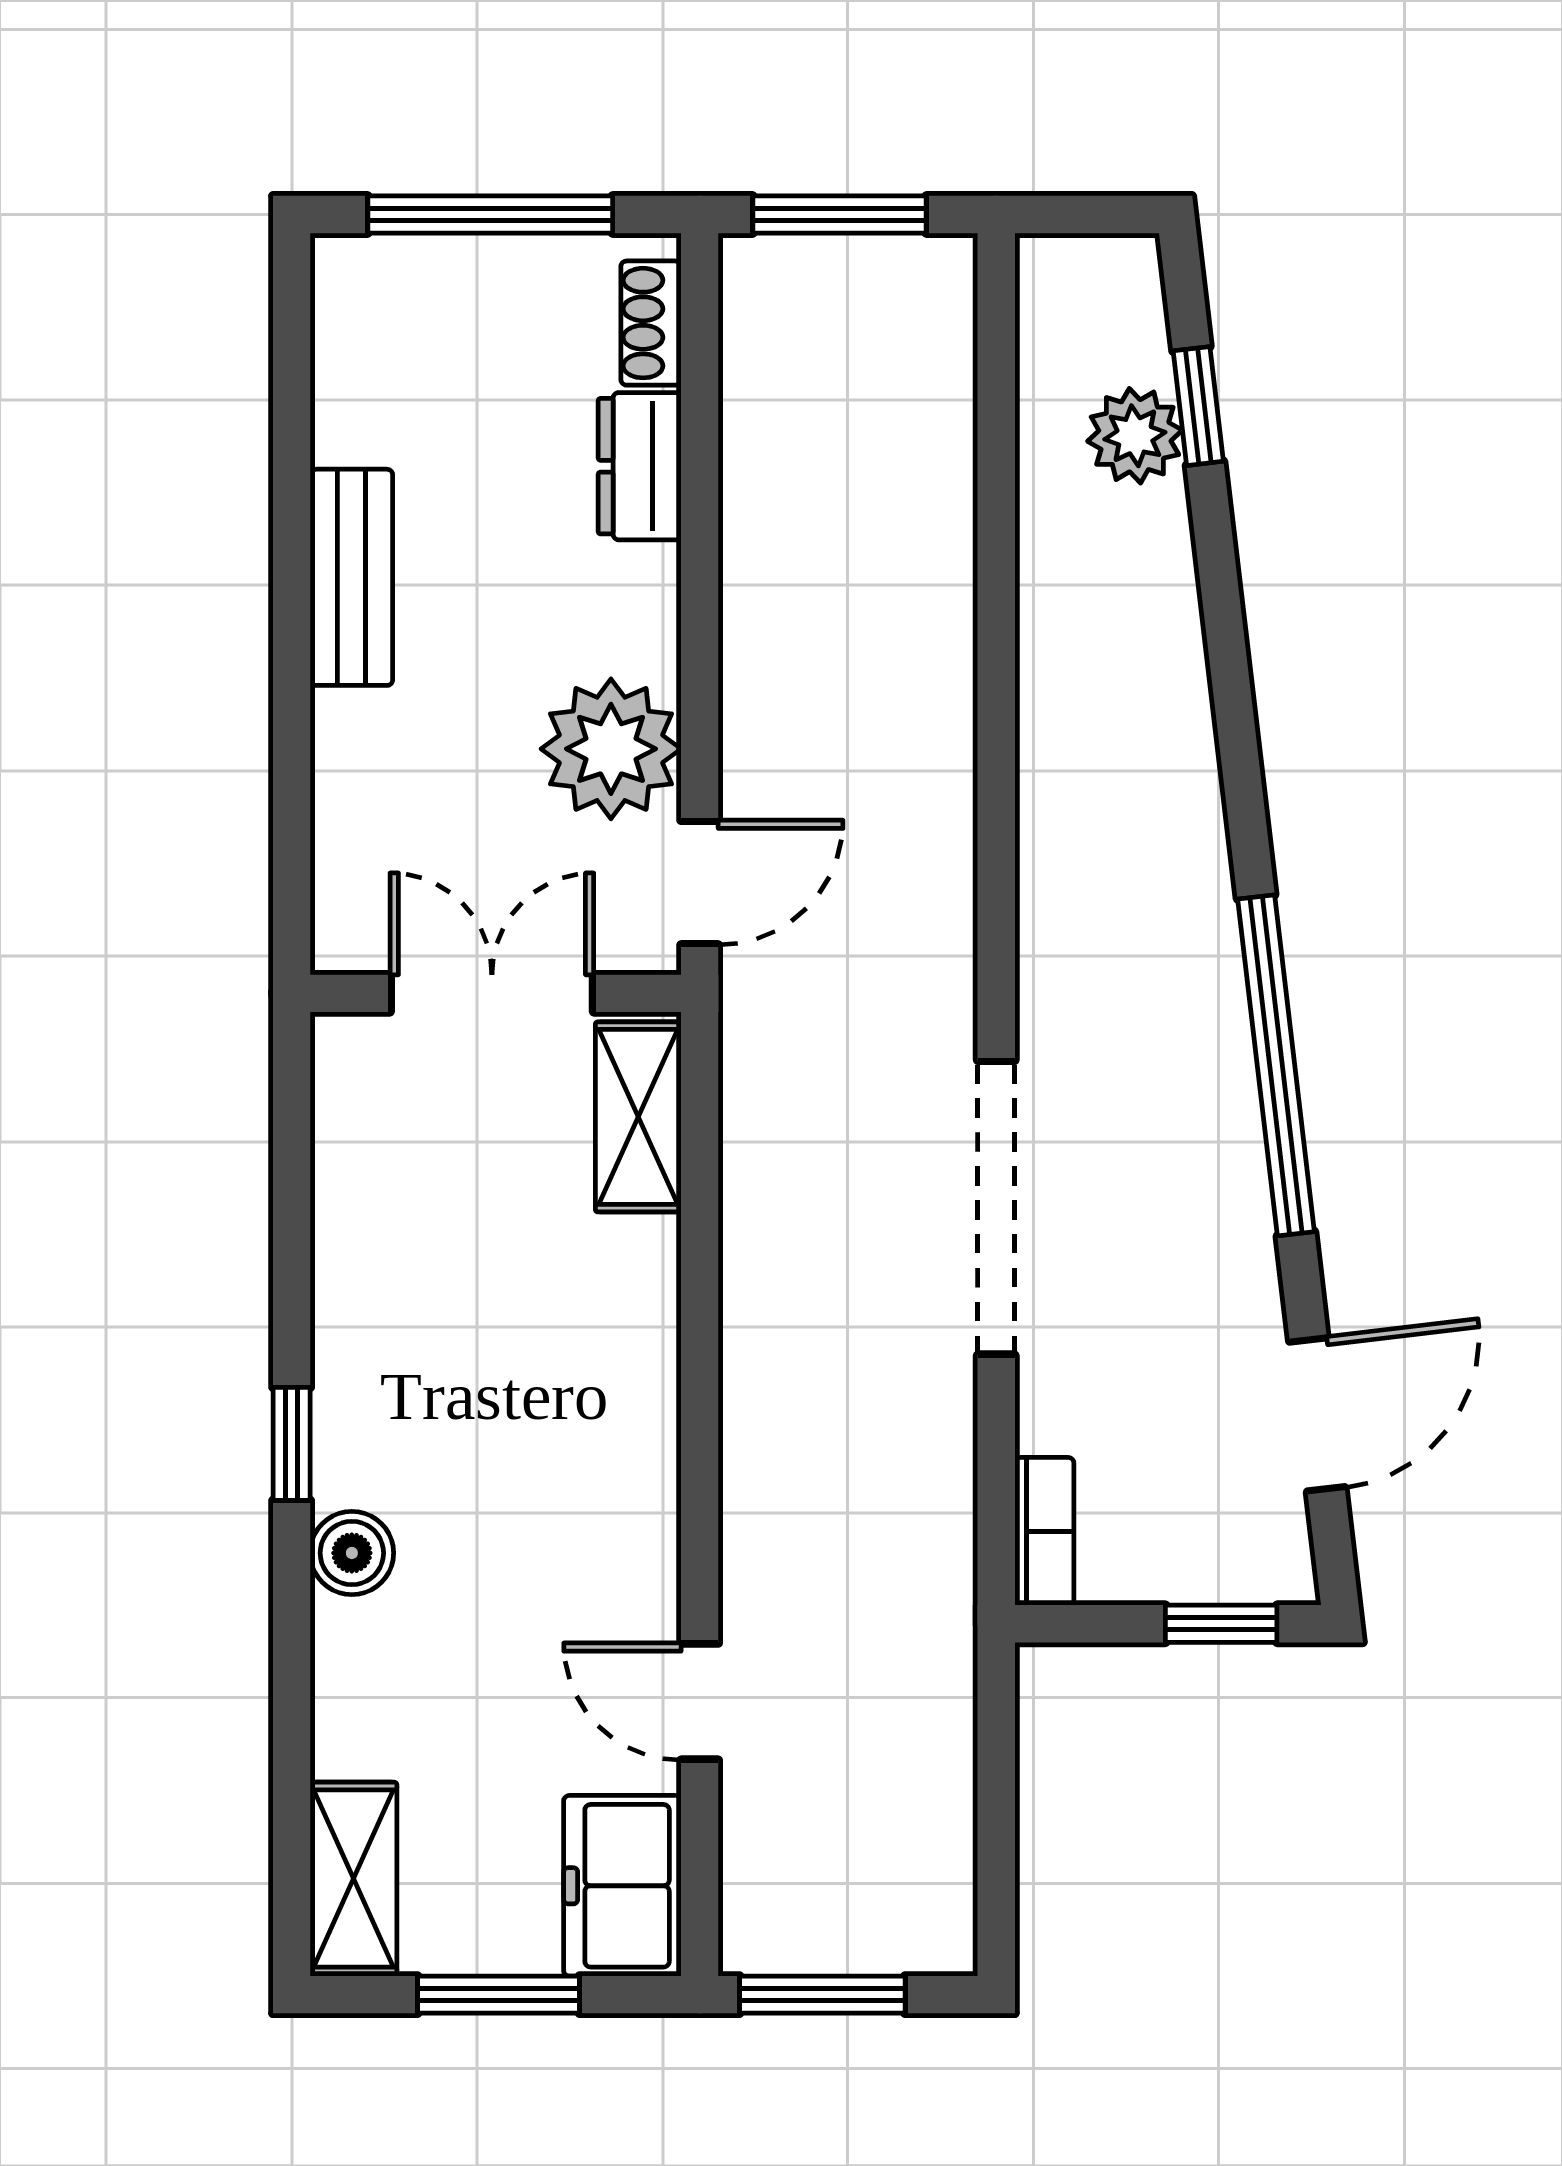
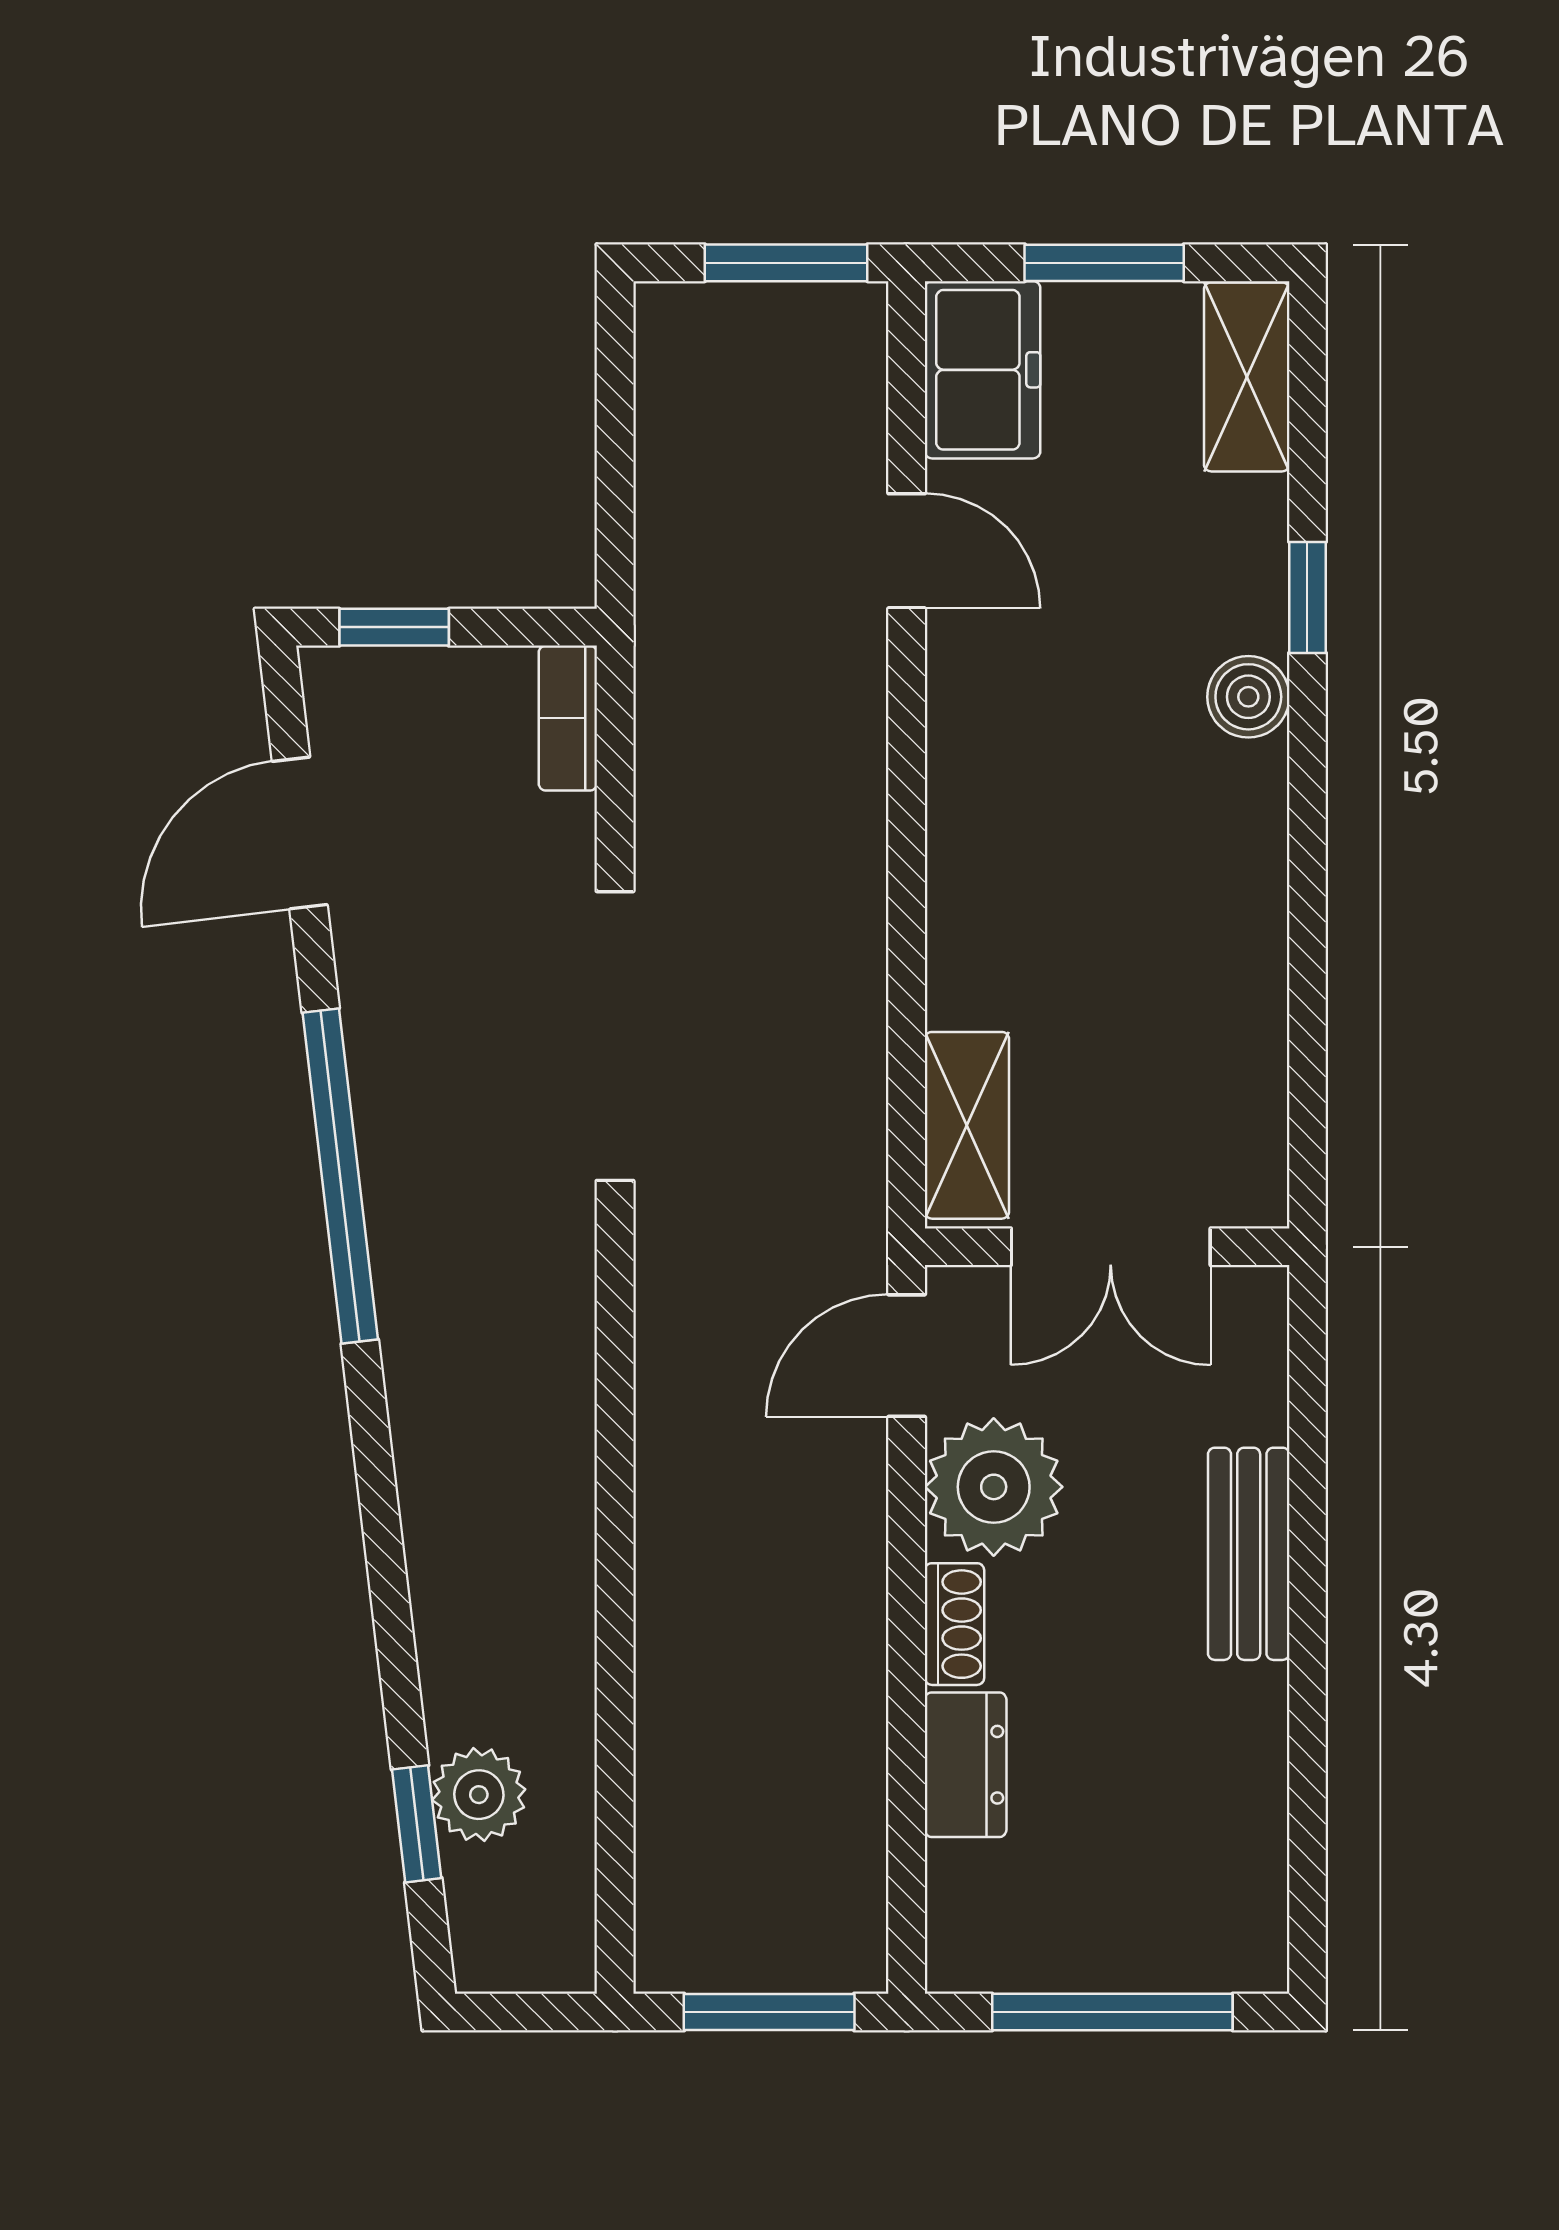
shoe rack: (651, 323) -> (954, 1624), moved
bench: (351, 577) -> (1249, 1554), moved
window: (292, 1444) -> (1307, 597), moved

